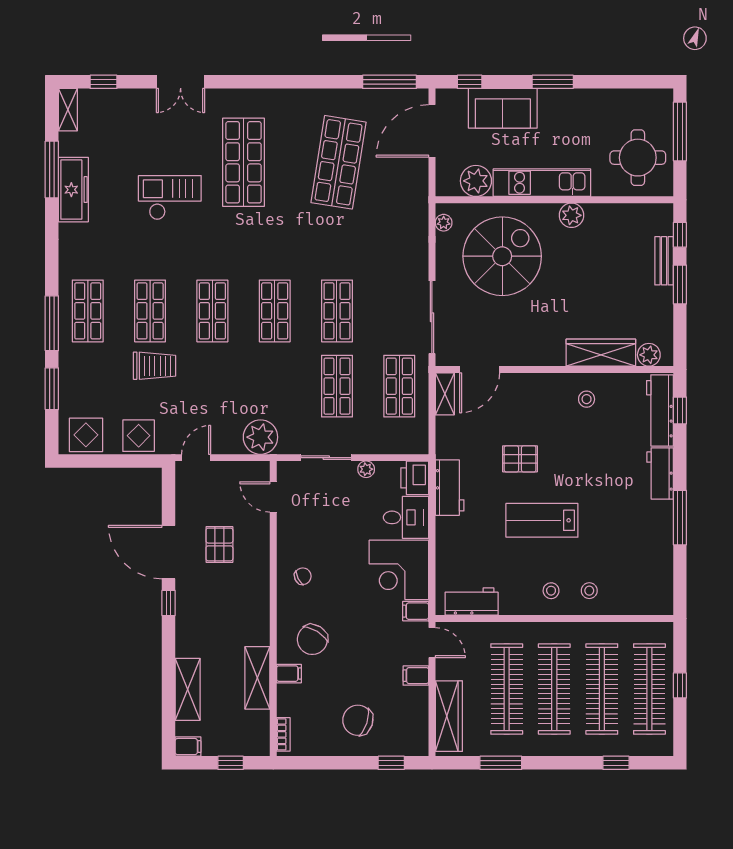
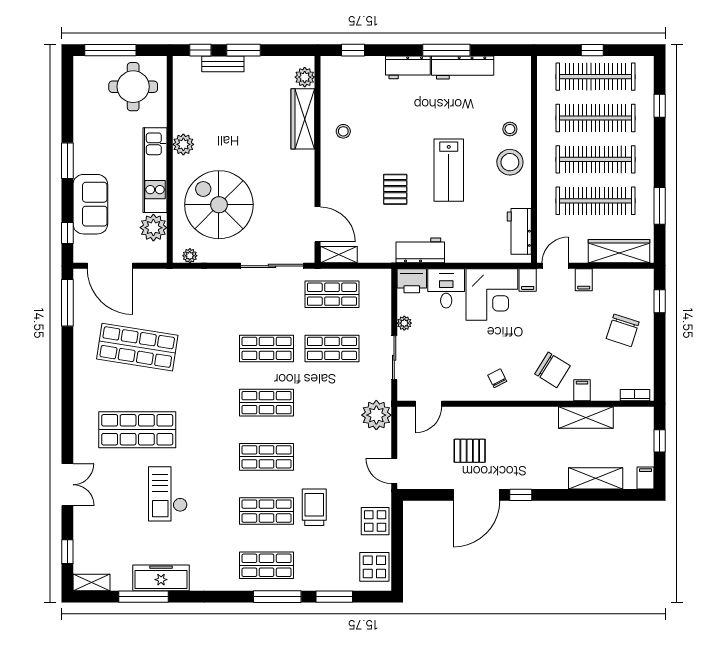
workbench: (660, 410) -> (463, 68), moved
stool: (551, 591) -> (510, 162), width x1.89, depth x1.89

